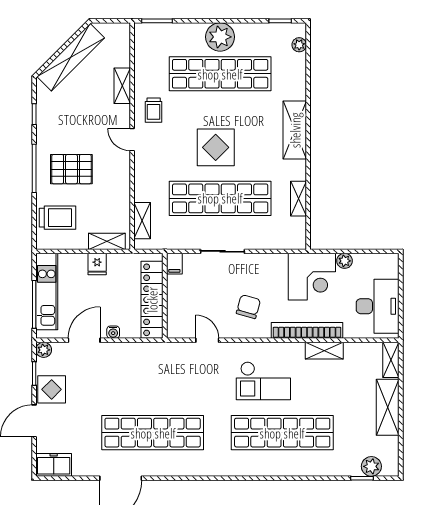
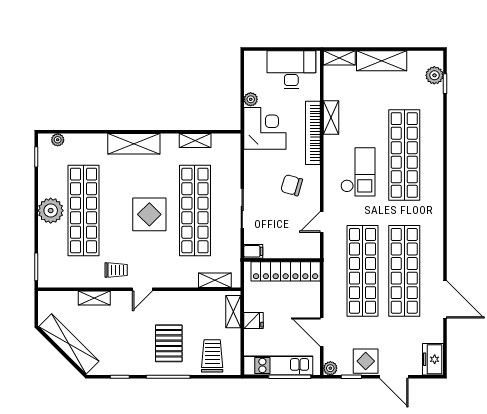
water cooler: (113, 332) -> (314, 306), removed
shop shelf: (153, 386) -> (363, 271), added

